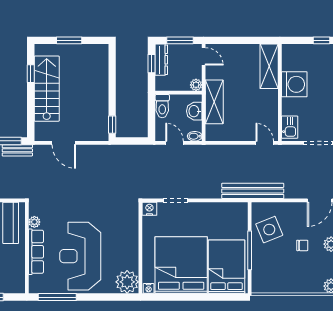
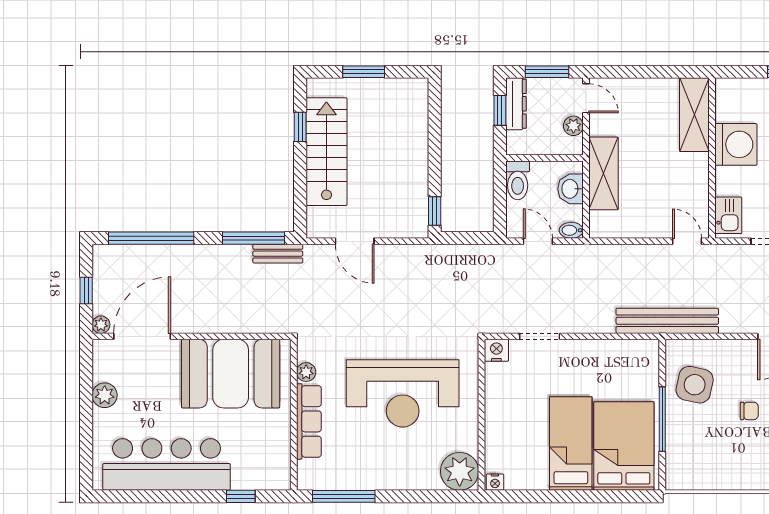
plant: (196, 85) -> (573, 126), moved
side table: (269, 230) -> (695, 385), turned 34
reception desk: (80, 256) -> (403, 393), moved, turned -90
bed: (181, 265) -> (571, 443), width x0.49

